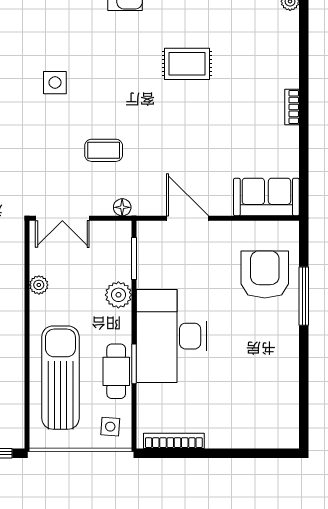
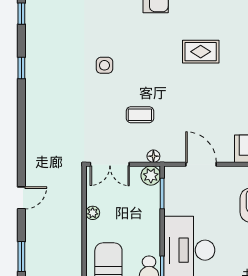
plant: (118, 295) -> (151, 176), moved

